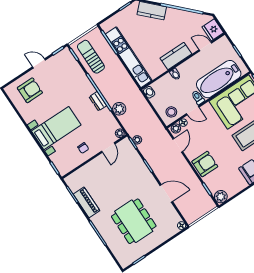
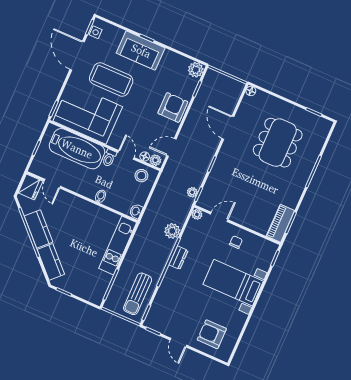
kitchen counter: (176, 56) -> (39, 229), moved, turned -135
kitchen unit: (129, 57) -> (118, 245), width x0.73
armchair: (205, 164) -> (173, 107), turned 90
piano: (86, 202) -> (280, 223), moved

